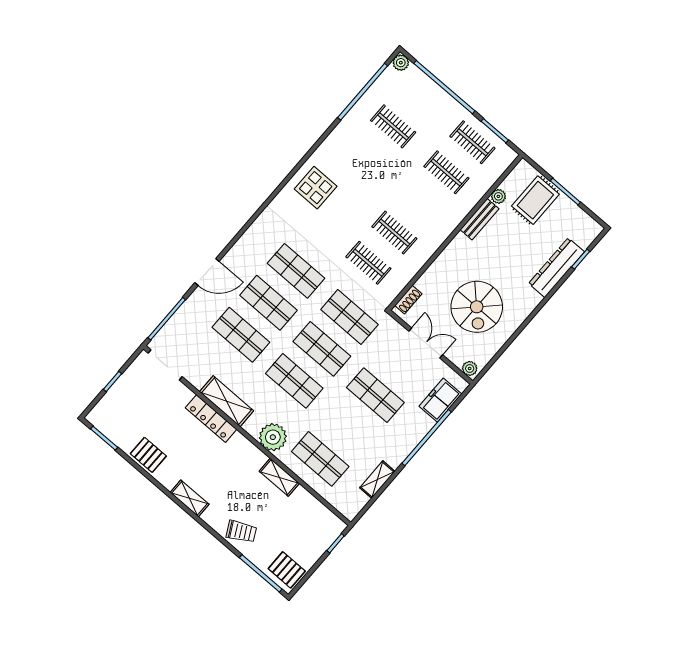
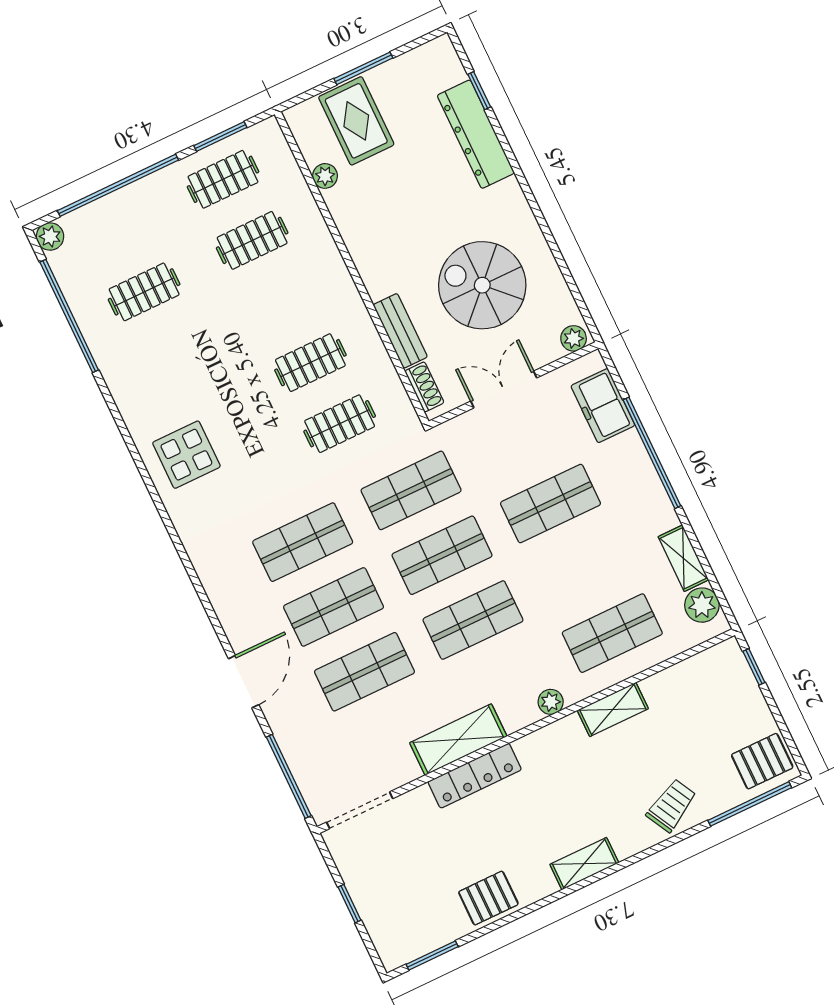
bench: (480, 219) -> (400, 331), moved
spiral stairs: (477, 307) -> (482, 285), turned 180
plant: (273, 437) -> (551, 702), width x0.53, depth x0.53
plant: (356, 501) -> (702, 605), added

